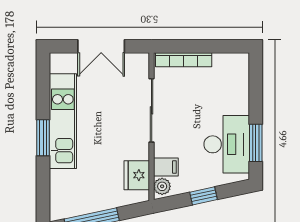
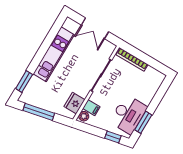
window: (43, 138) -> (24, 81), moved
window: (204, 196) -> (113, 137), moved

